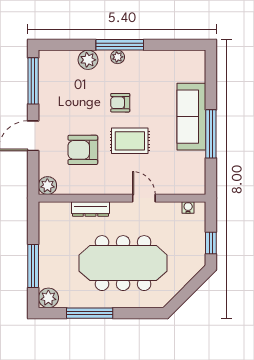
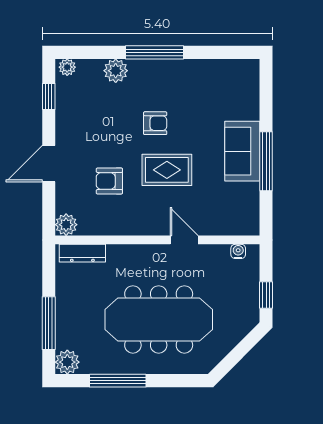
plant: (118, 57) -> (67, 67), moved
window: (33, 81) -> (49, 96), width x0.46
armchair: (120, 103) -> (155, 123), turned 180
sofa: (191, 117) -> (242, 151), width x0.73
armchair: (83, 150) -> (109, 181), width x0.72, depth x0.72
dresser: (91, 209) -> (82, 253), moved

